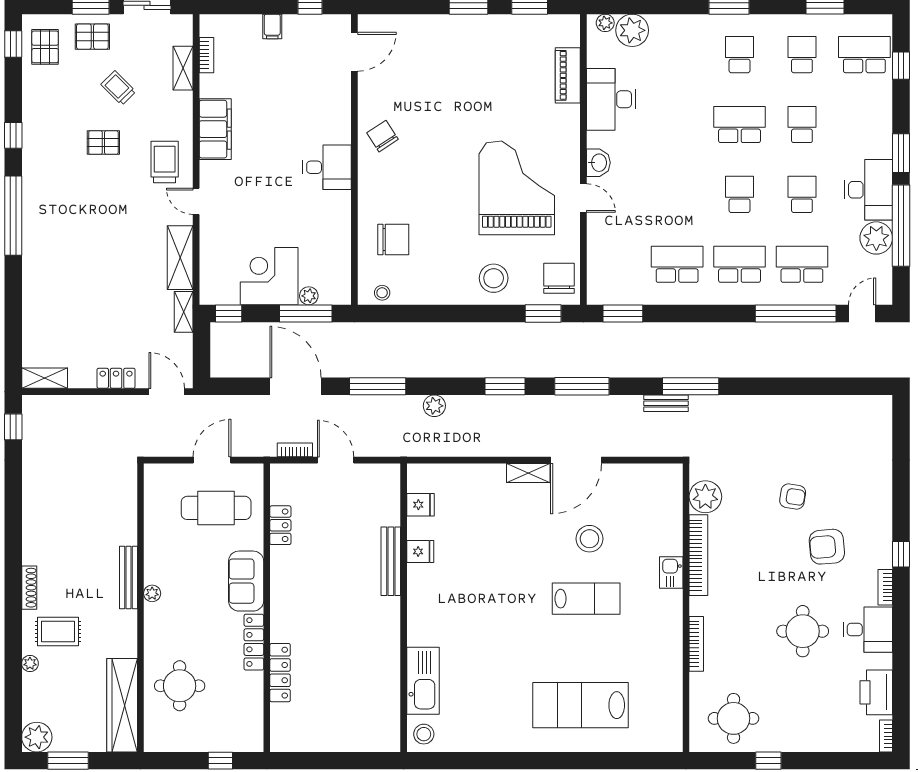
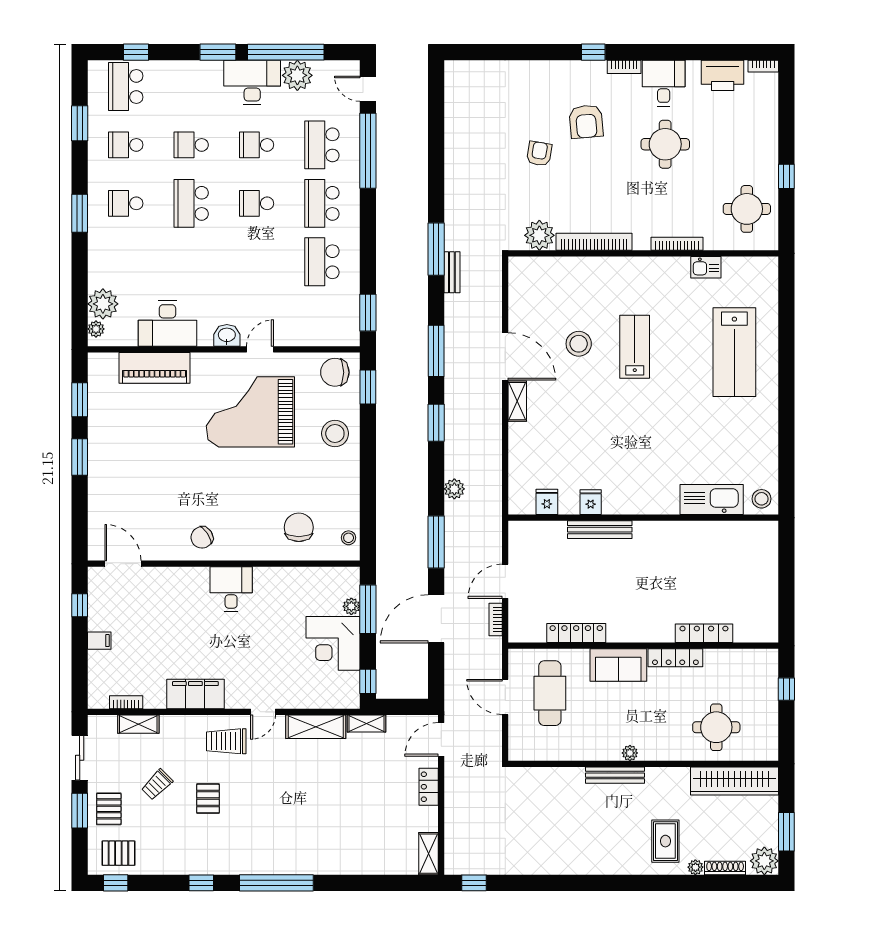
piano: (568, 75) -> (155, 368), width x1.37, depth x1.33
locker: (280, 525) -> (576, 633), width x1.53
kitchen sink: (671, 572) -> (706, 267), moved
shoe rack: (29, 588) -> (725, 868), moved

